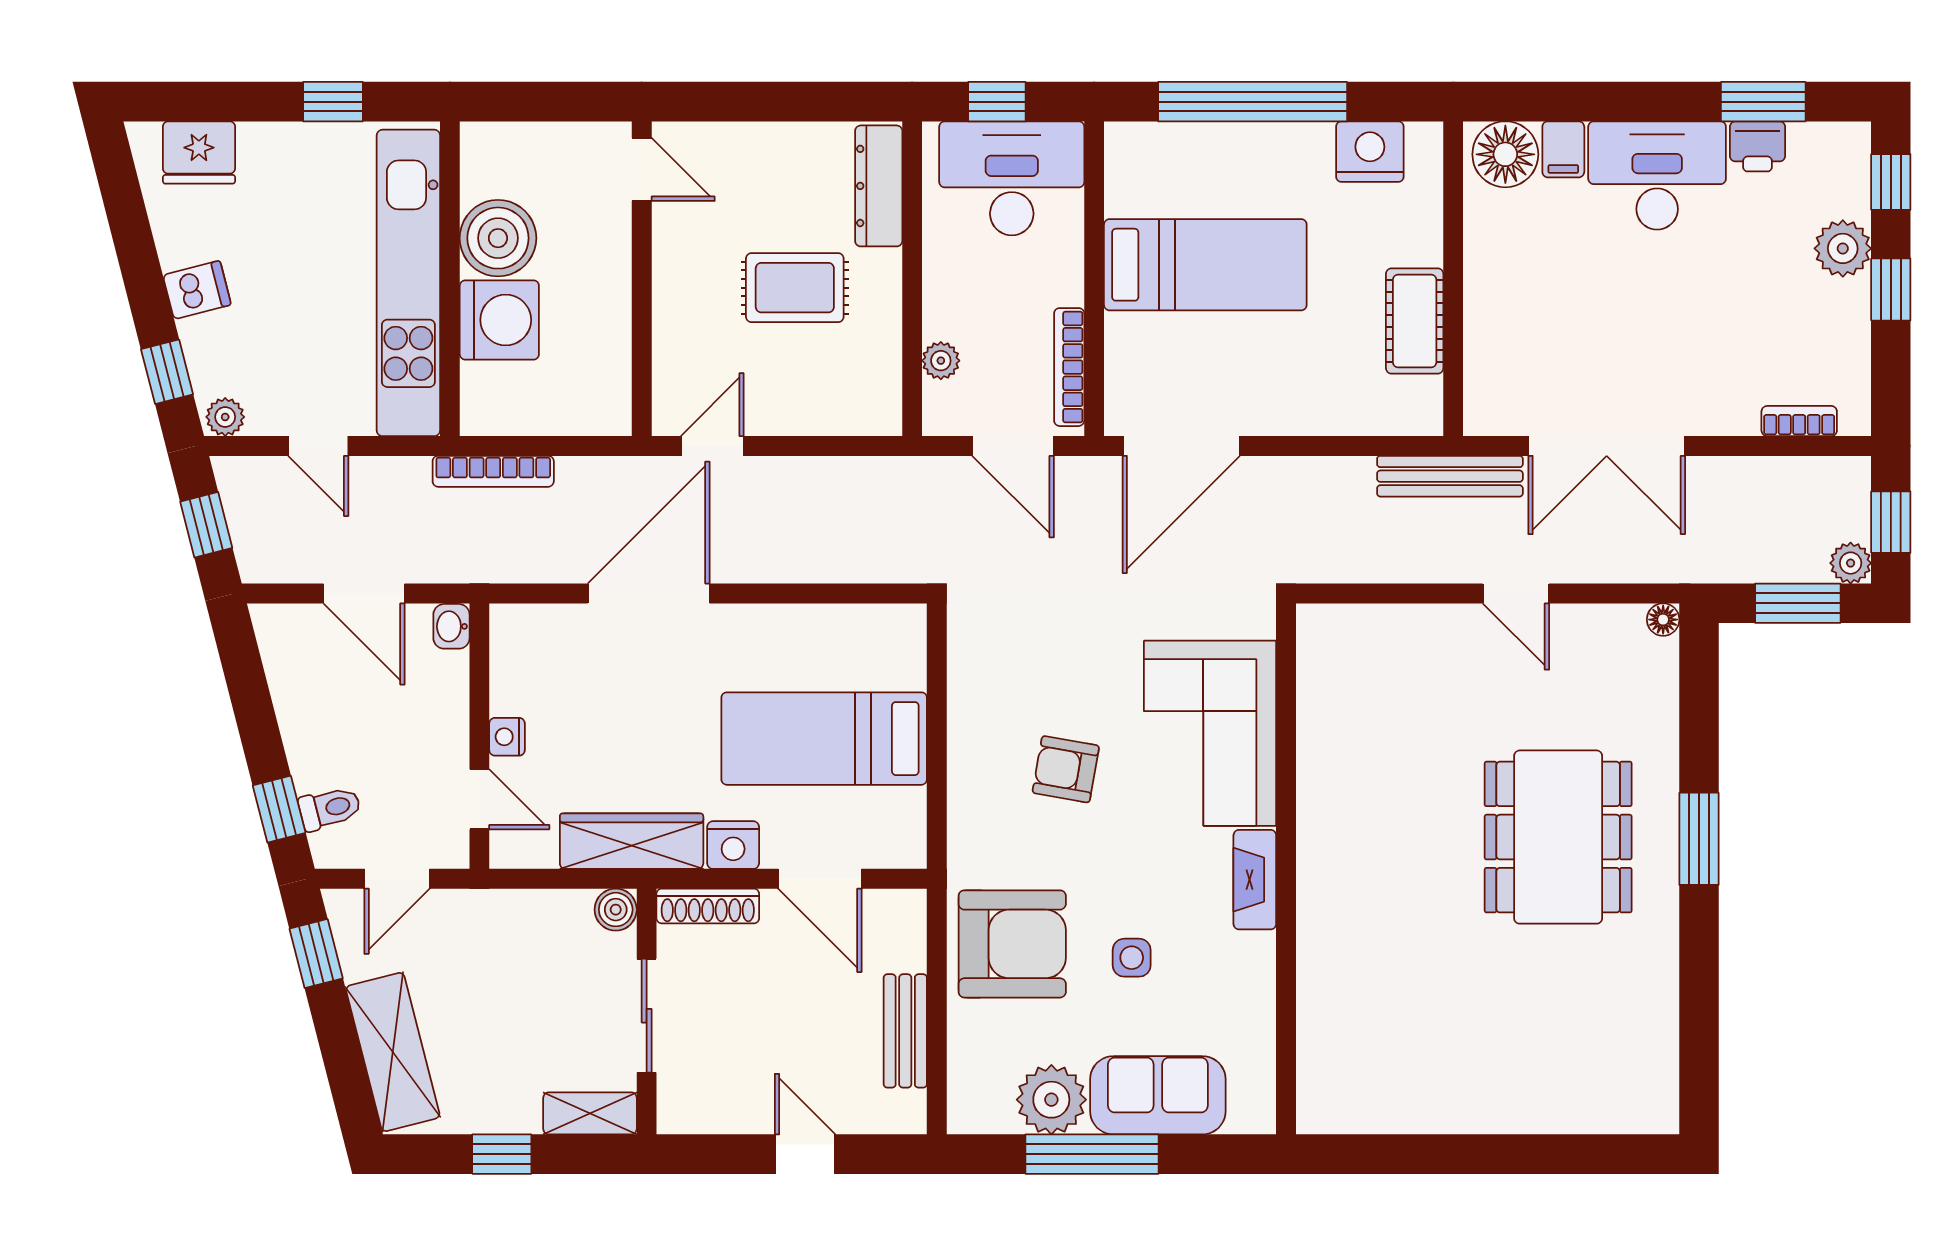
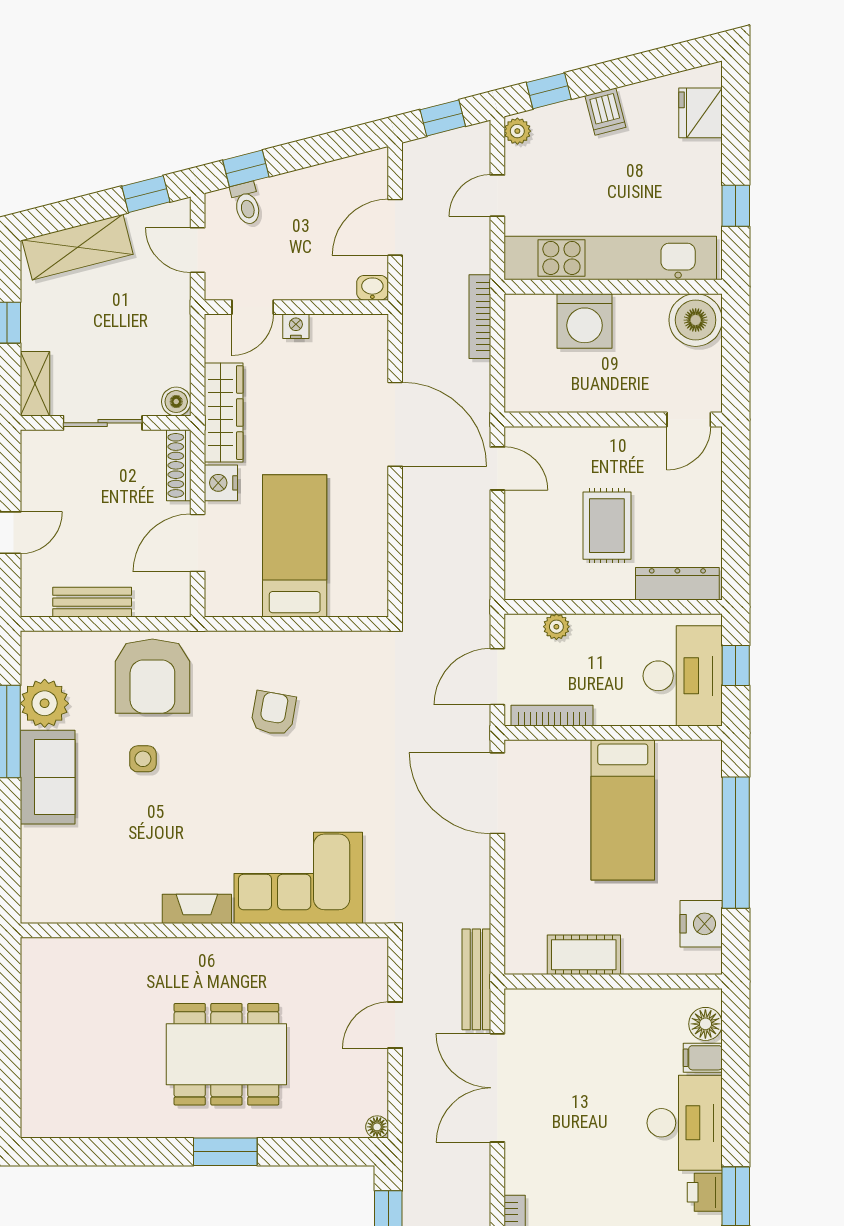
floor lamp: (1505, 154) -> (705, 1024), width x0.73, depth x0.73
boiler: (498, 238) -> (696, 320), moved
corner sofa: (1210, 733) -> (298, 878), moved
wall: (1286, 869) -> (204, 930), moved
fireplace: (1255, 880) -> (197, 909), moved

